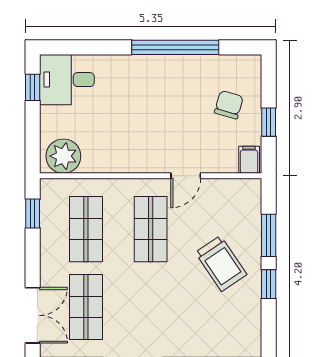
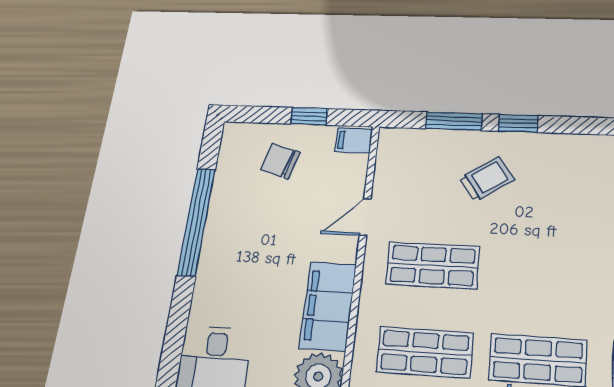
filing cabinet: (115, 157) -> (328, 306), added
door: (186, 176) -> (365, 217), swing flipped
trolley: (221, 263) -> (487, 179), width x0.73, depth x0.72

